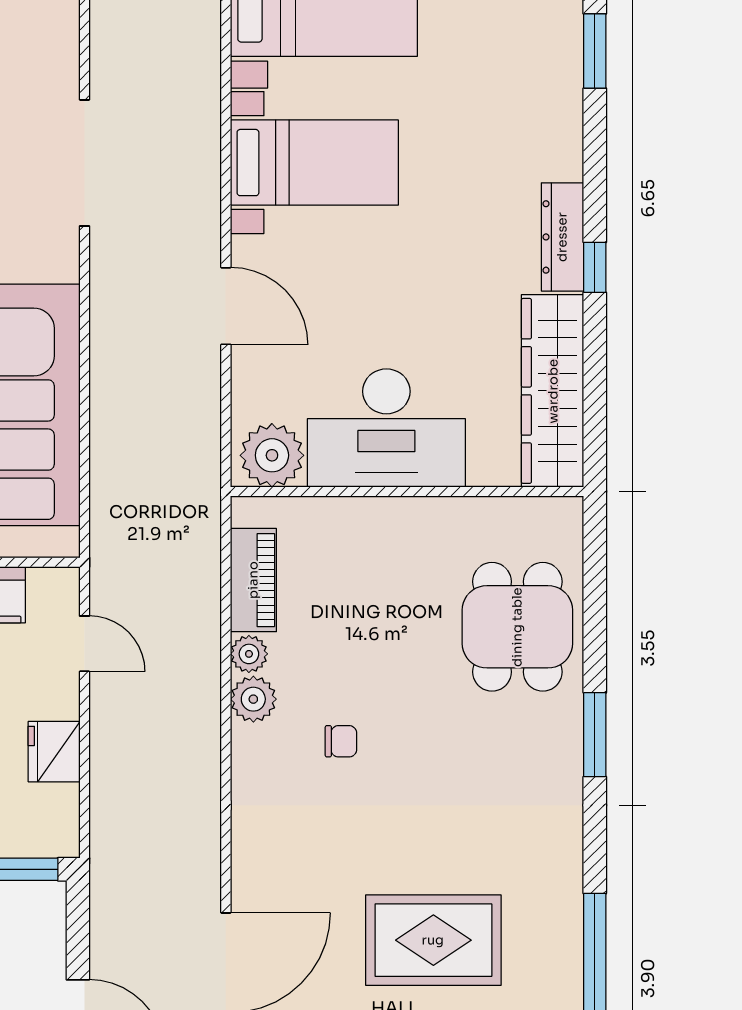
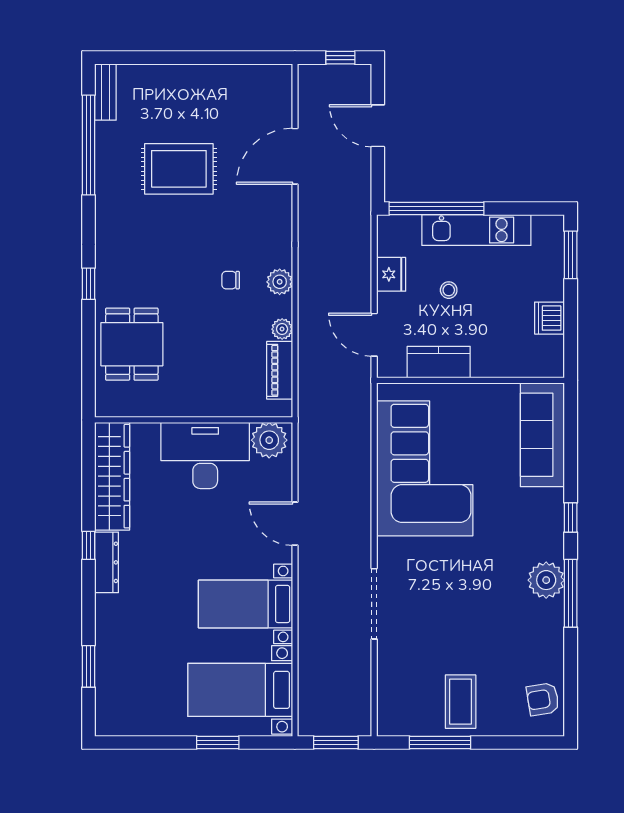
door: (85, 644) -> (374, 335), width x1.37
plant: (253, 699) -> (280, 282), moved
window: (595, 735) -> (89, 284), width x0.67

